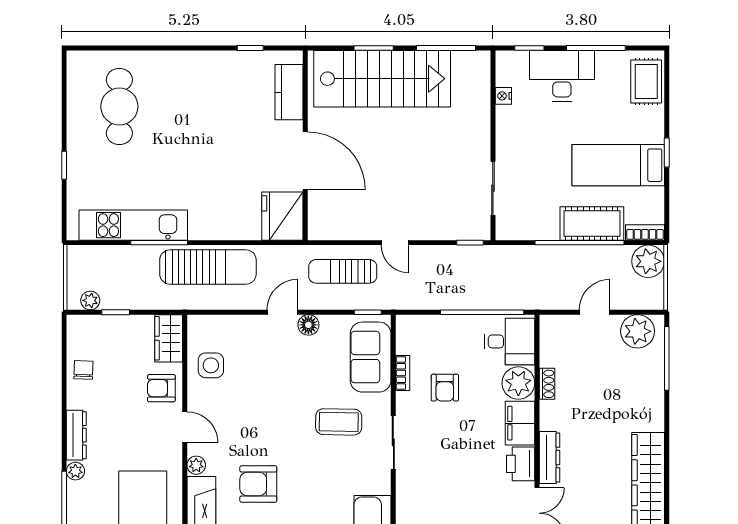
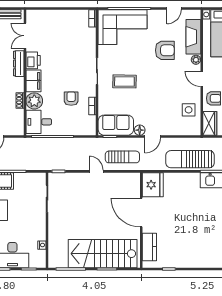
sofa: (371, 357) -> (116, 125), moved, turned -90

